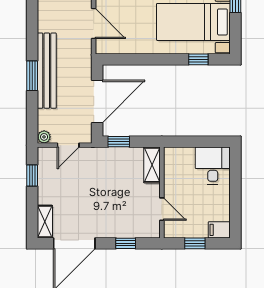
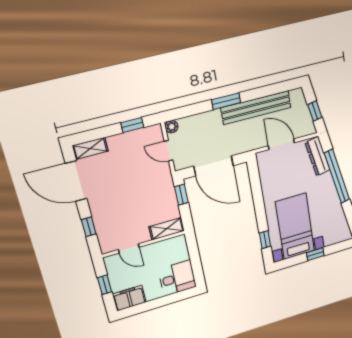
door: (94, 23) -> (281, 144), swing flipped
bench: (47, 71) -> (256, 108), moved
door: (162, 209) -> (129, 248), hinge flipped
filing cabinet: (219, 230) -> (129, 298), width x2.00

